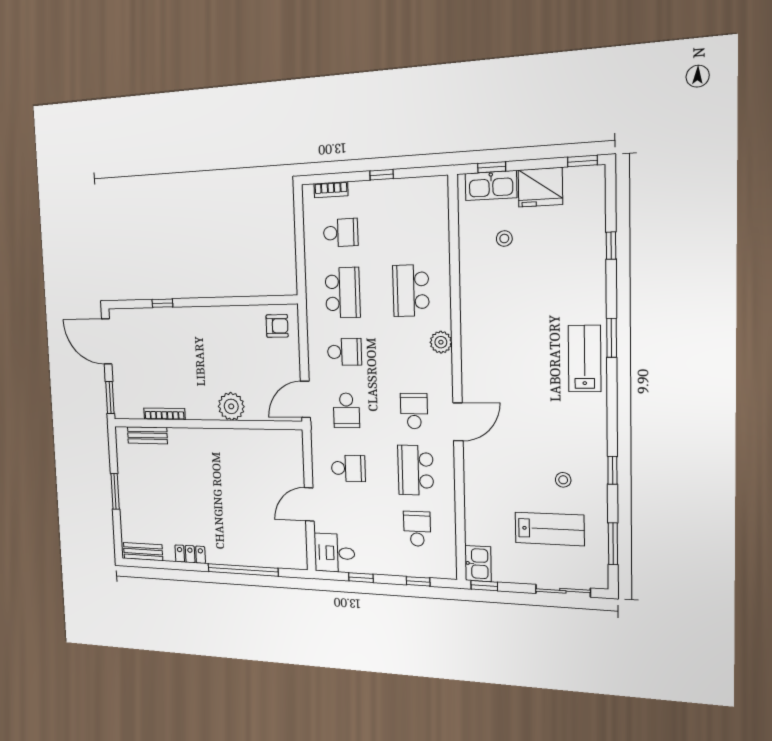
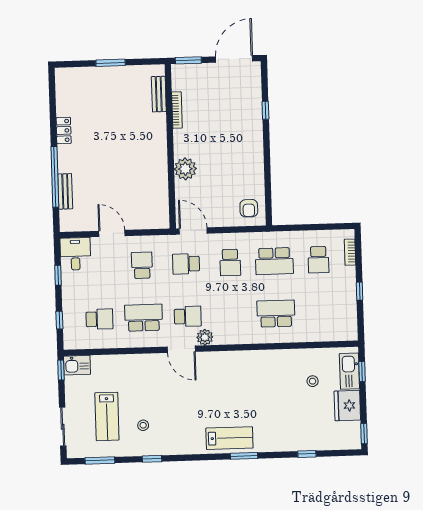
plant: (441, 342) -> (205, 337), moved
school desk: (348, 468) -> (142, 265), turned 180
bench: (143, 552) -> (65, 191), moved

